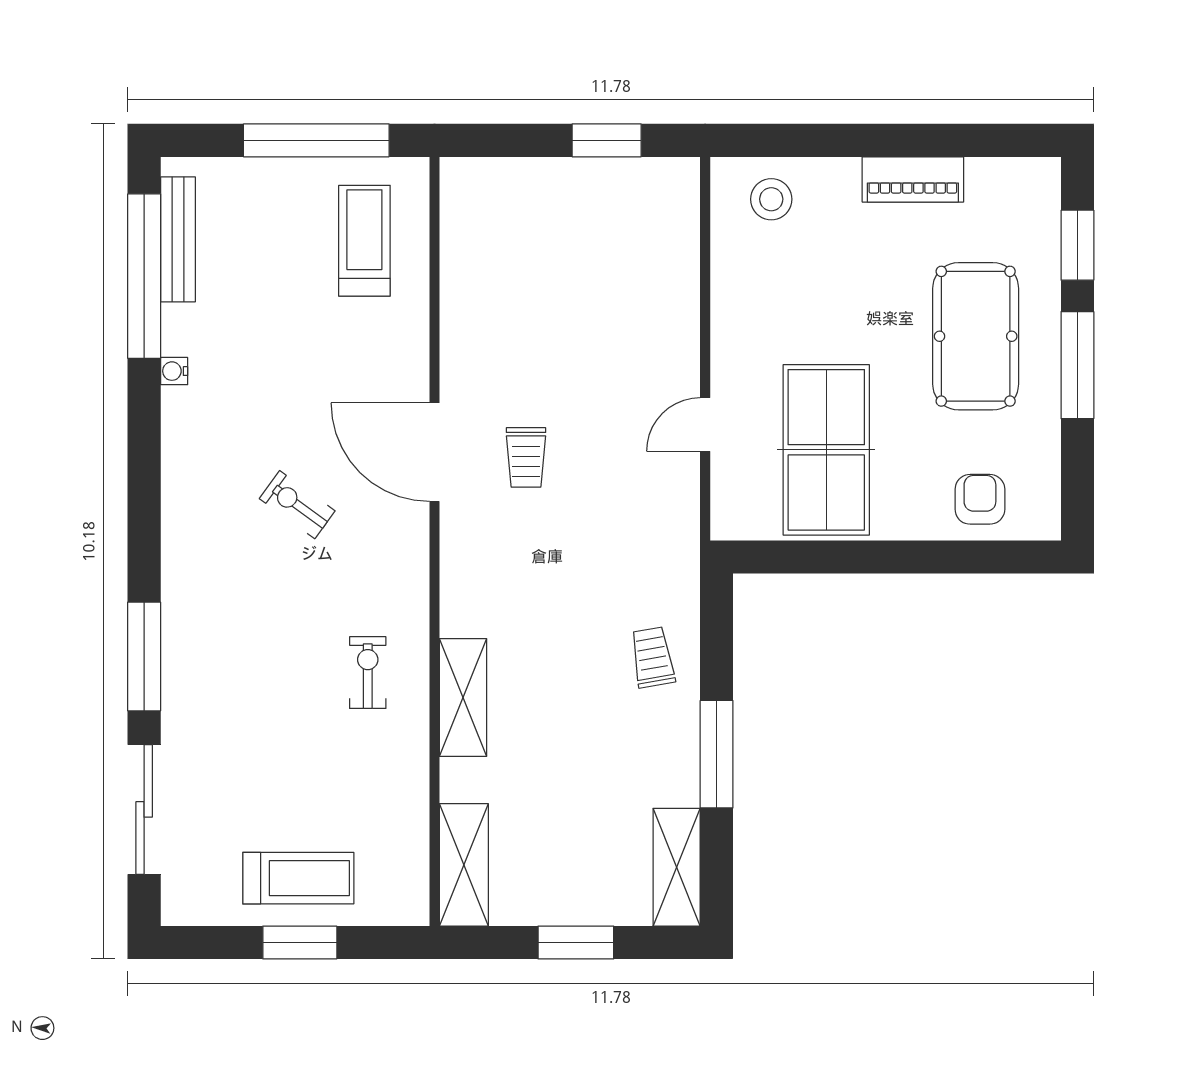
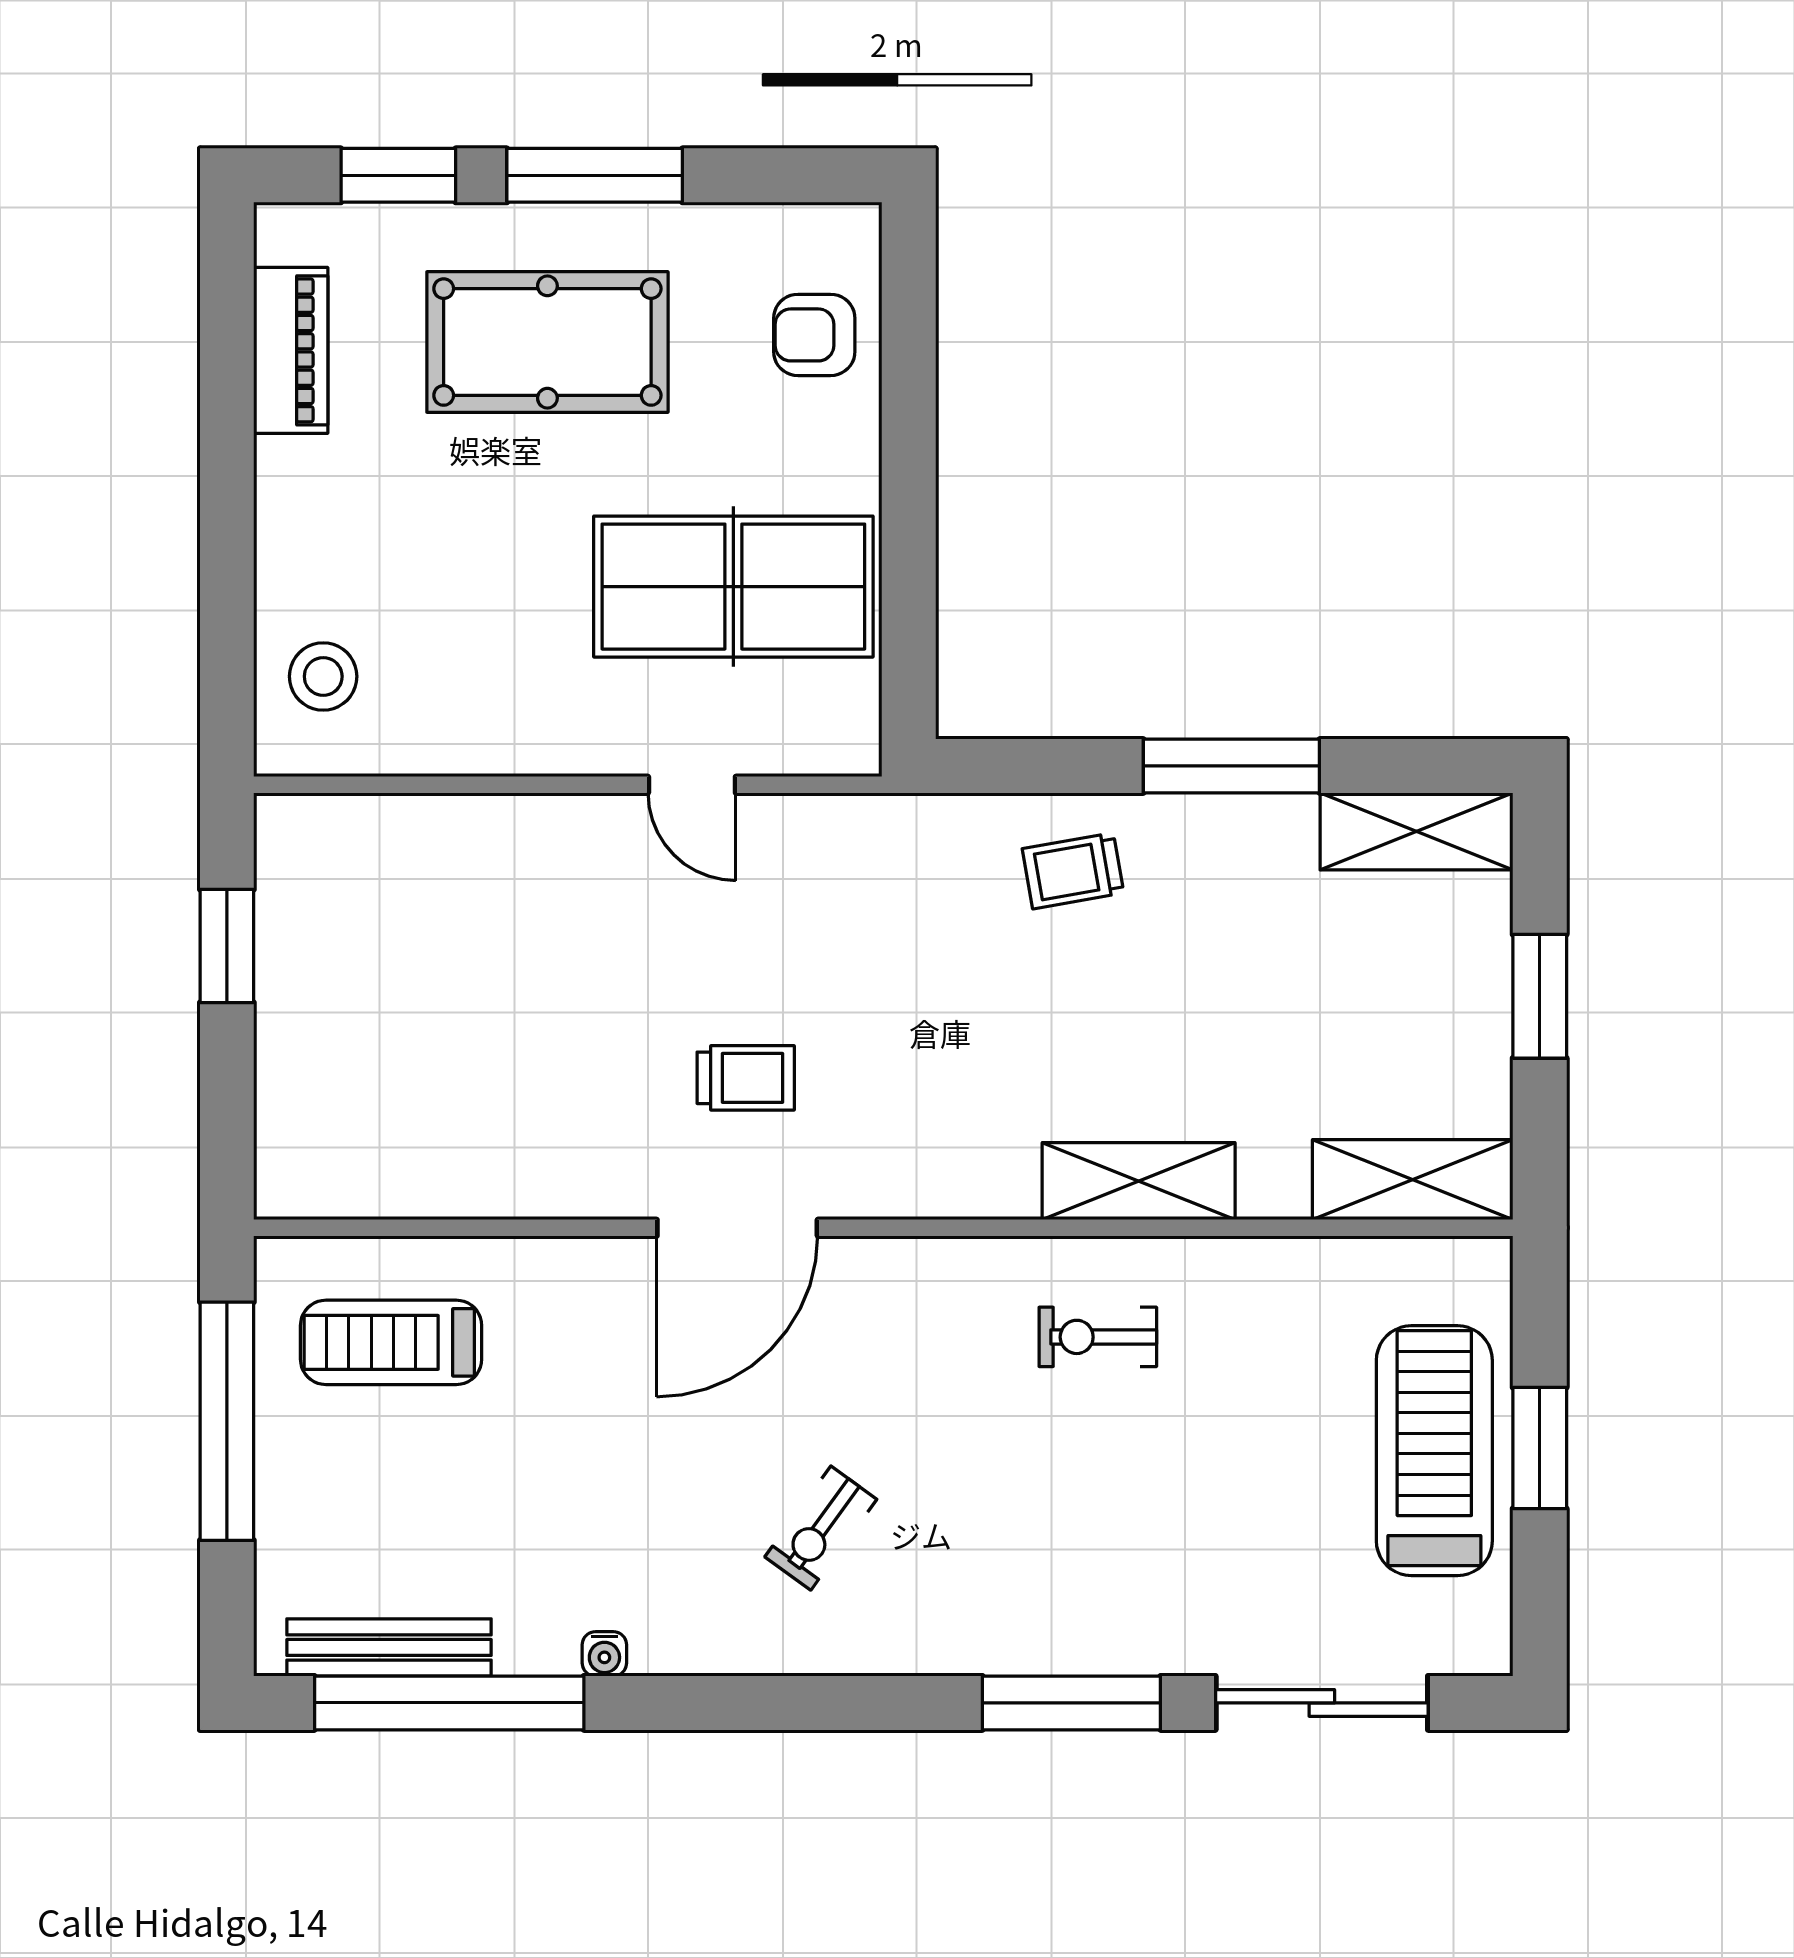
piano: (913, 179) -> (291, 350), moved
exercise bike: (297, 505) -> (821, 1528), moved
treadmill: (298, 878) -> (1434, 1451), width x1.37, depth x1.38

